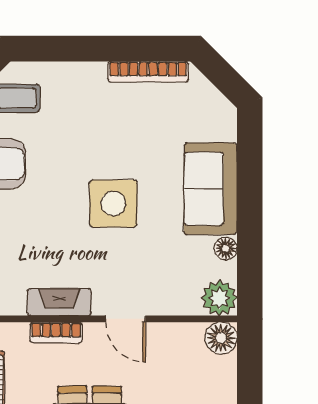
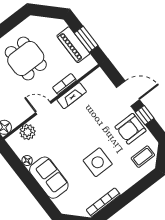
side table: (113, 203) -> (98, 162), moved
plant: (219, 298) -> (28, 132), moved

